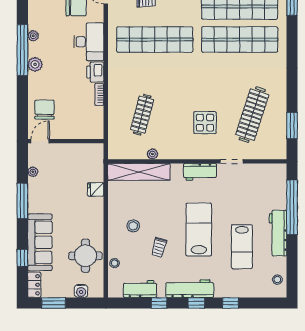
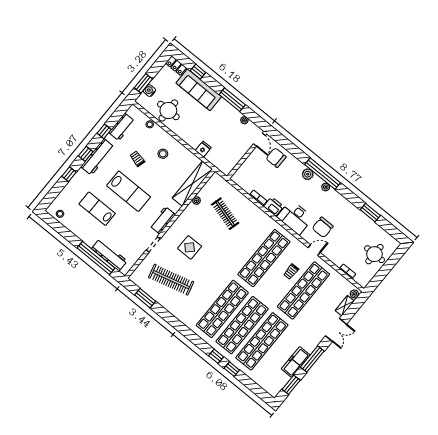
chair: (44, 110) -> (276, 158), turned 180
clothes rail: (252, 115) -> (171, 280), turned -33
workbench: (278, 233) -> (109, 255), moved
window: (54, 303) -> (143, 83), moved

